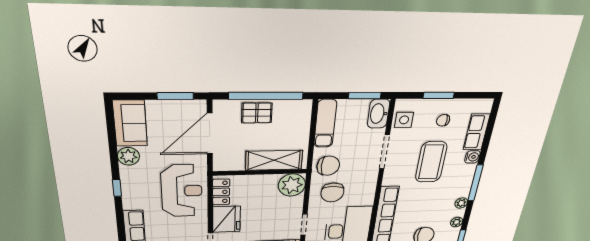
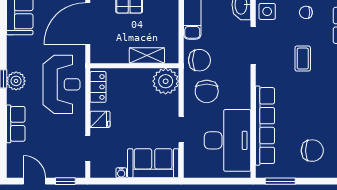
plant: (128, 156) -> (16, 81), moved
shelving: (274, 160) -> (147, 55), width x0.67, depth x0.75
coffee table: (431, 162) -> (303, 59), width x0.54, depth x0.58
fridge: (226, 219) -> (100, 119), width x0.53, depth x0.75

